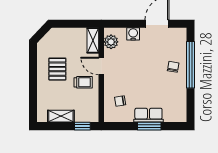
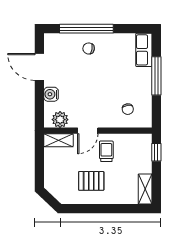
row of seats: (148, 115) -> (144, 50), moved
shelving: (61, 116) -> (145, 189), moved
window: (149, 126) -> (156, 76), width x1.44

